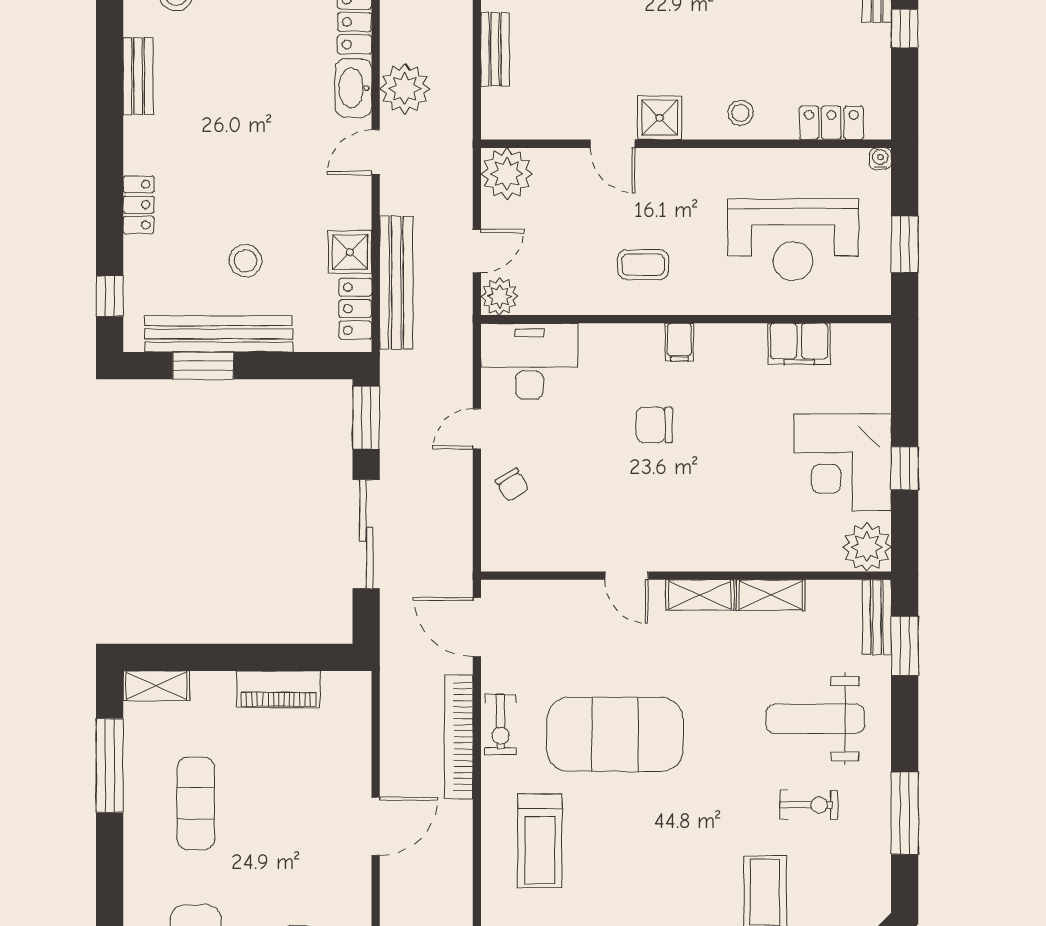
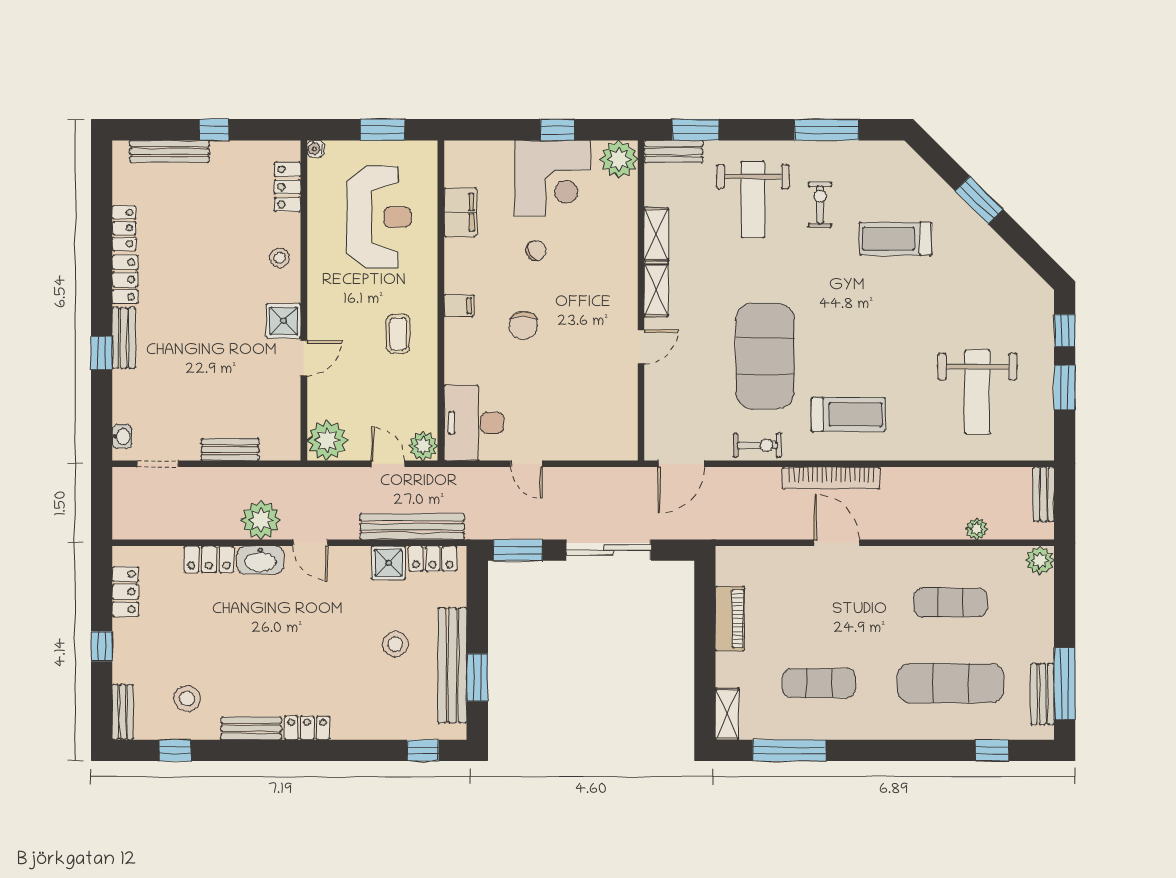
locker: (139, 205) -> (307, 728), moved
chair: (512, 485) -> (536, 251), moved
bookcase: (459, 737) -> (831, 478), moved

